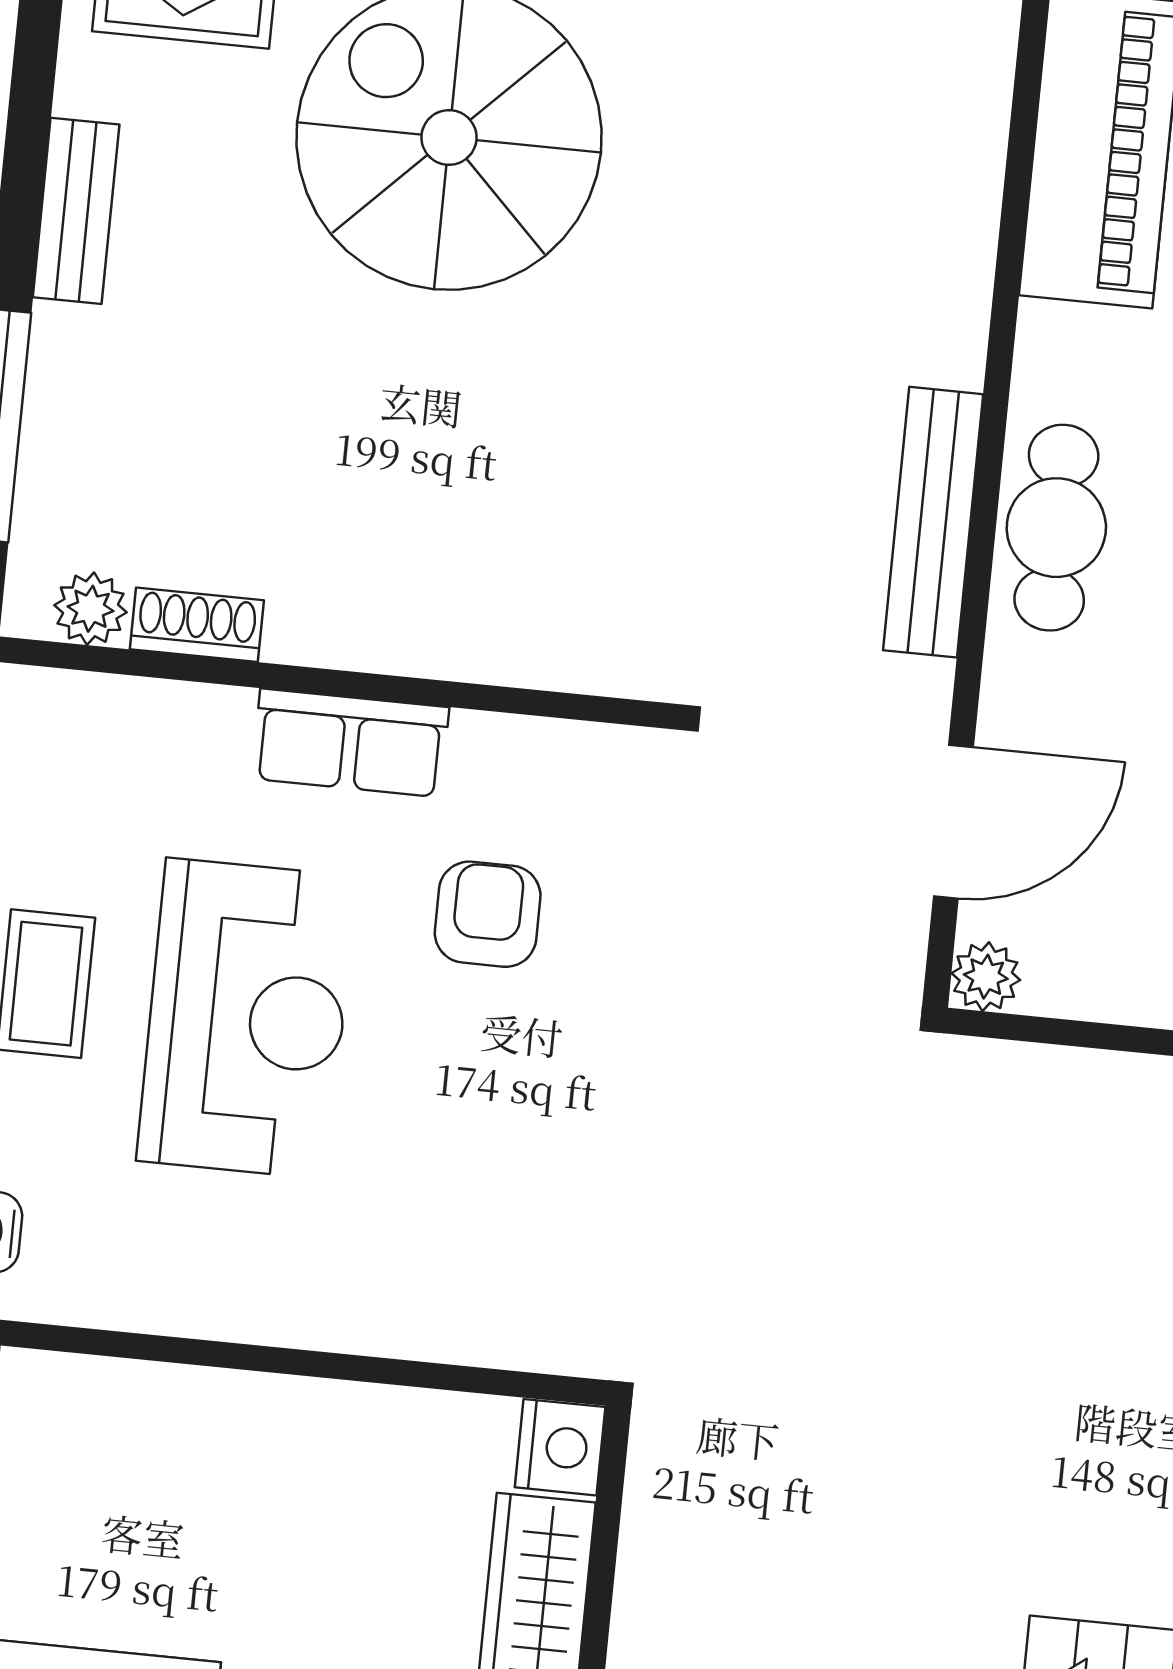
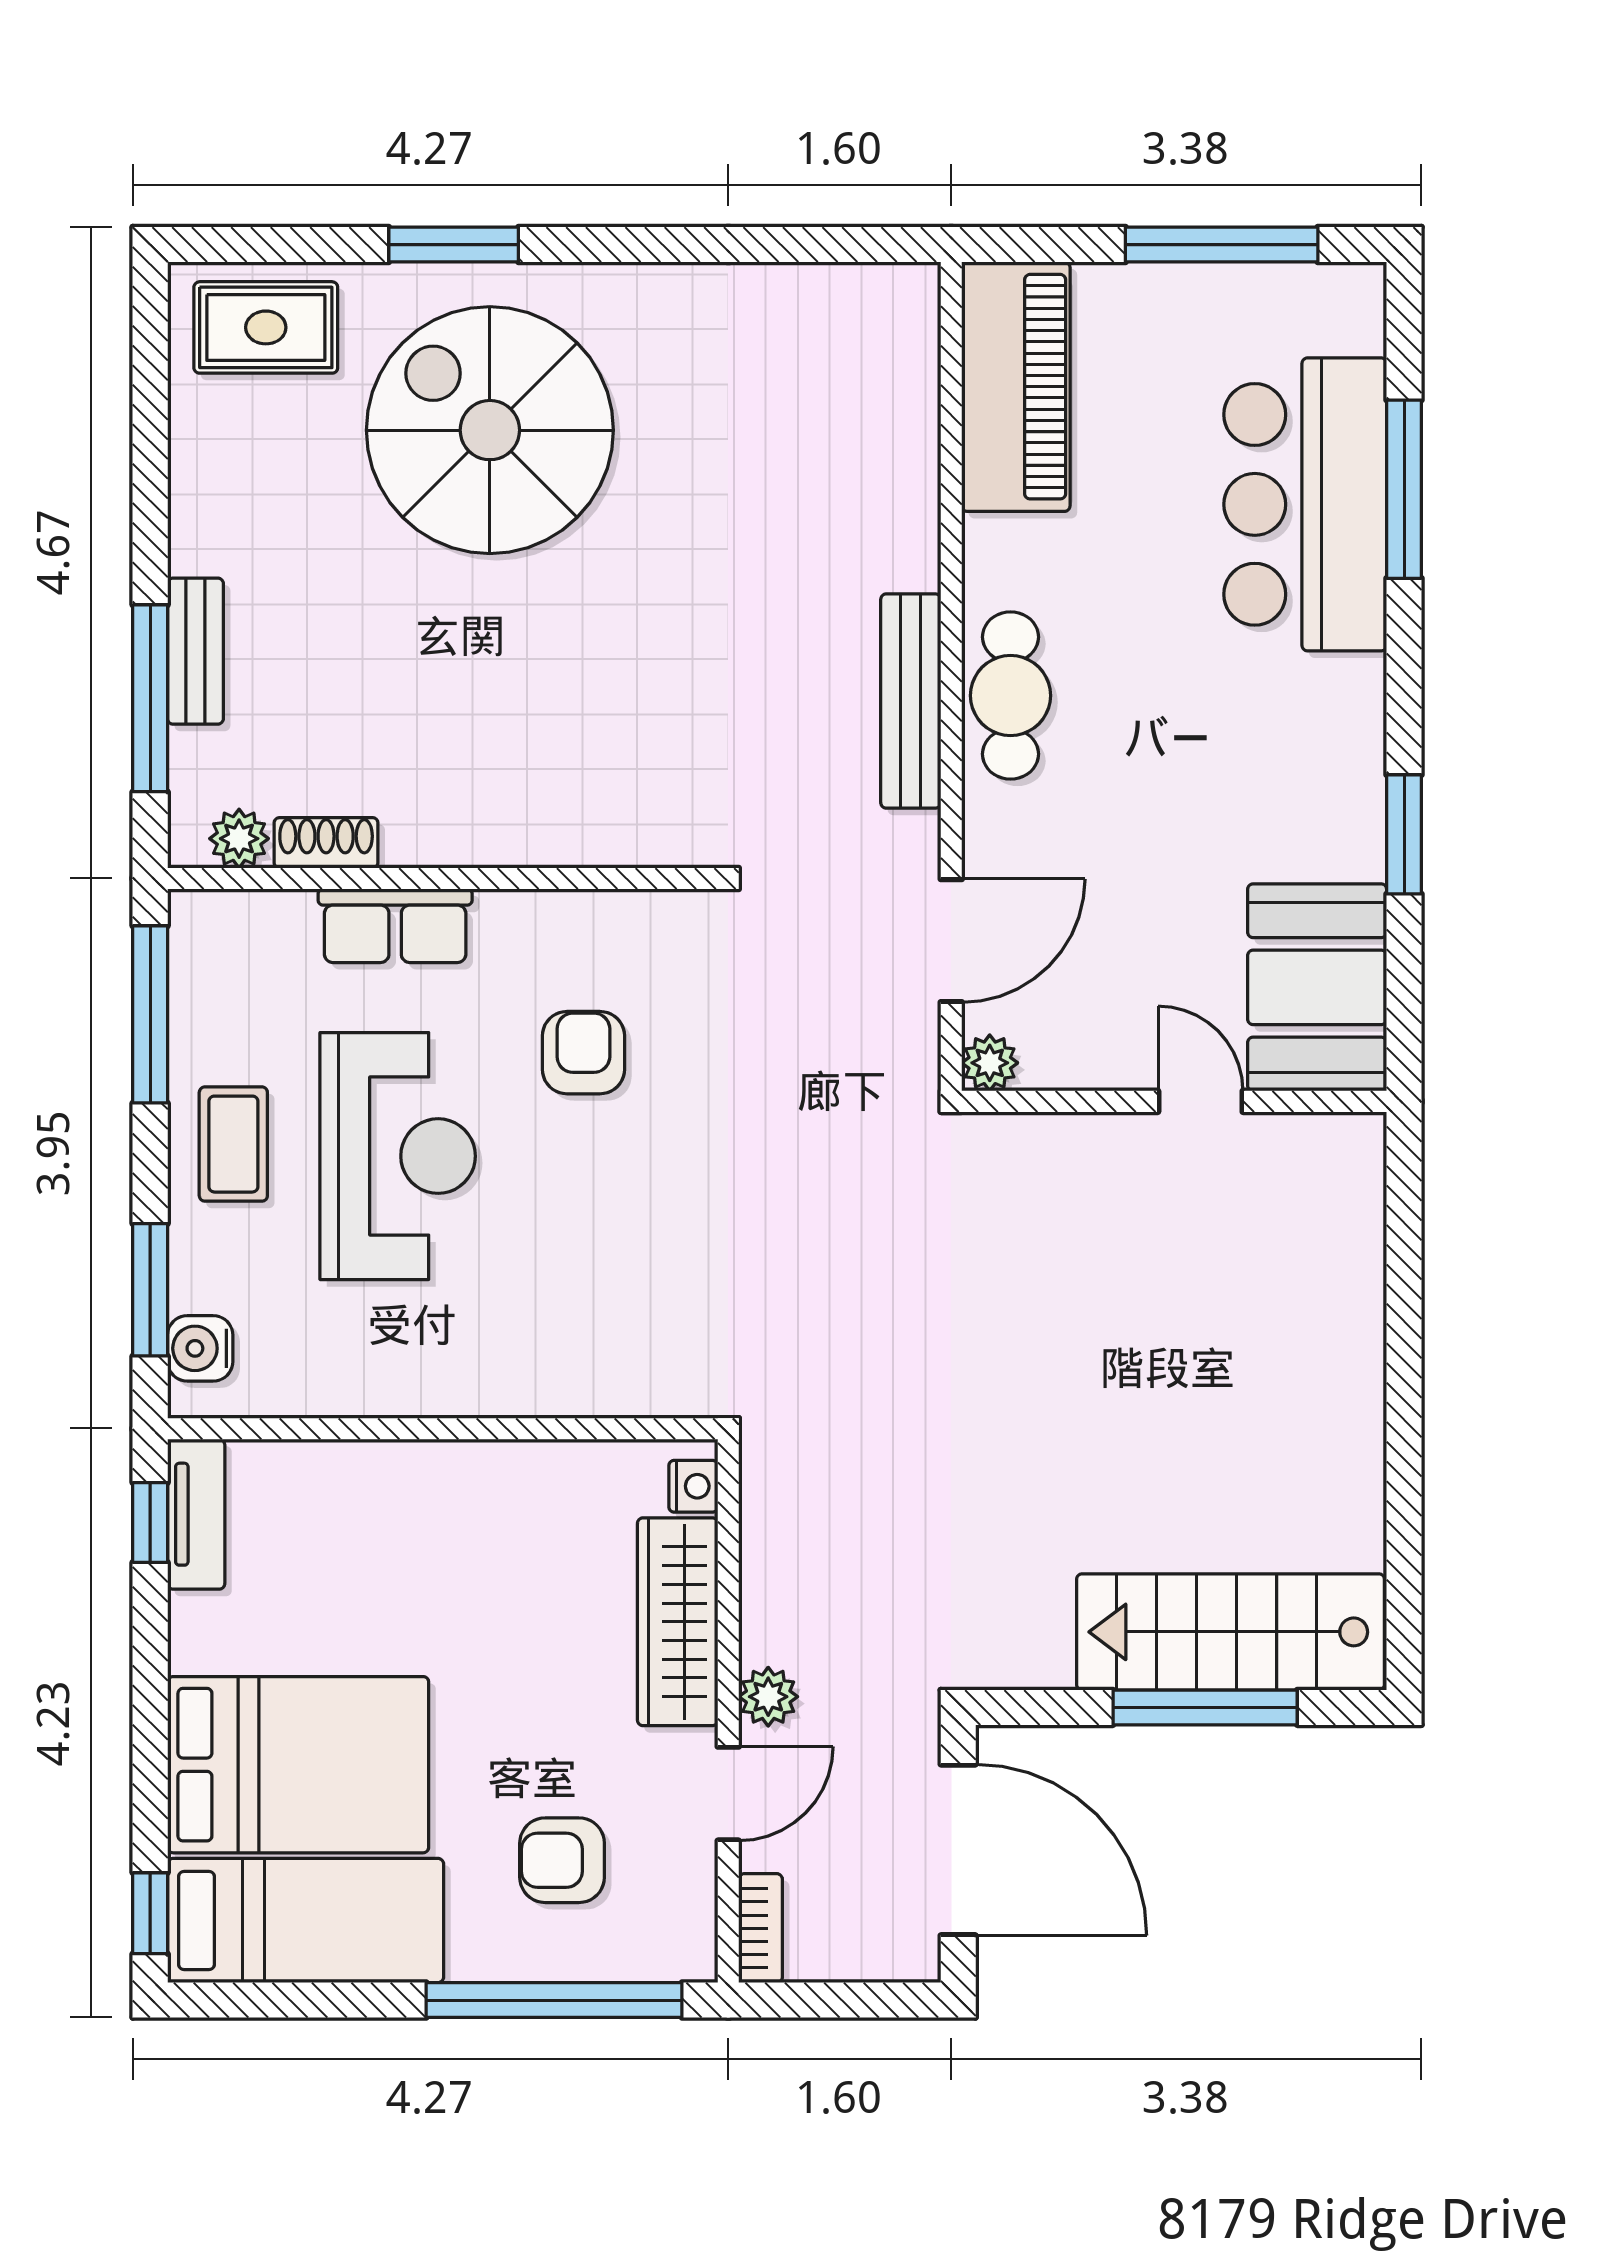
bench: (76, 211) -> (195, 651), moved
row of seats: (350, 743) -> (395, 926), moved
nightstand: (560, 1447) -> (693, 1486), width x0.72, depth x0.74

